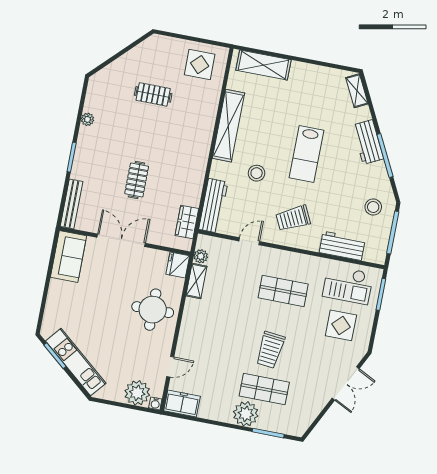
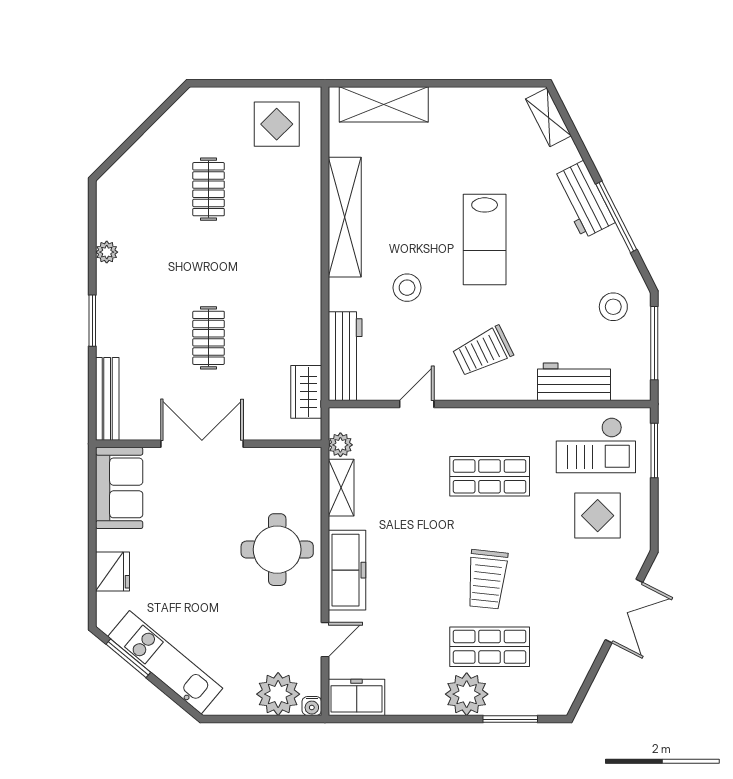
clothes rail: (153, 94) -> (209, 189), turned 90
fridge: (178, 265) -> (112, 572), moved, turned 180
freezer: (191, 329) -> (347, 570), added

